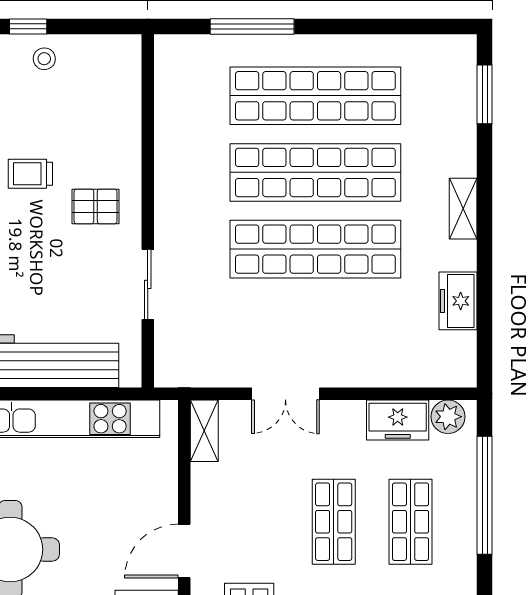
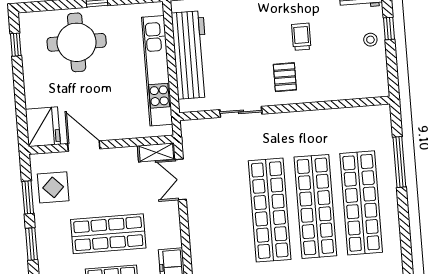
double door: (285, 394) -> (181, 179), moved
shop shelf: (334, 522) -> (108, 234), width x1.43, depth x1.36

